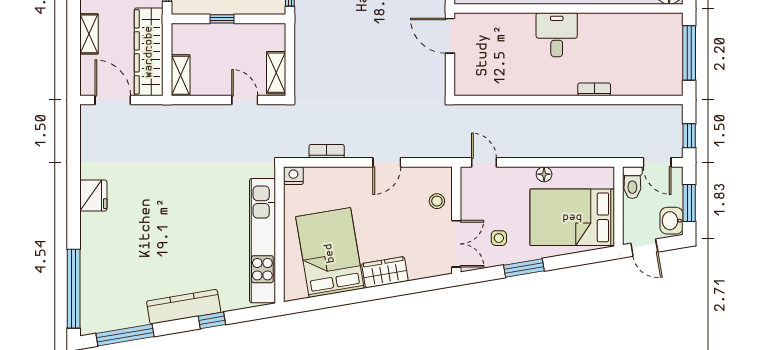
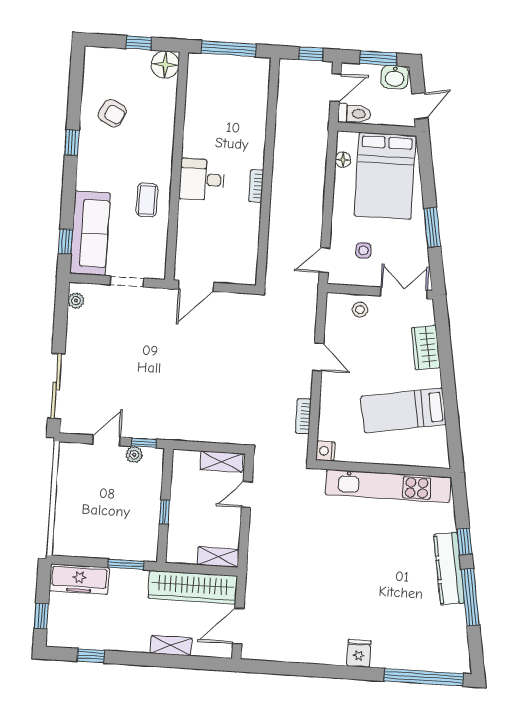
bookcase: (594, 89) -> (256, 186), moved
floor lamp: (544, 174) -> (343, 160), moved
fridge: (93, 195) -> (359, 653), moved, width x0.72
side table: (499, 238) -> (363, 250), moved
bed: (330, 253) -> (403, 410), width x0.67
wardrobe: (385, 272) -> (426, 348), moved
window: (125, 335) -> (470, 597), moved

